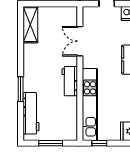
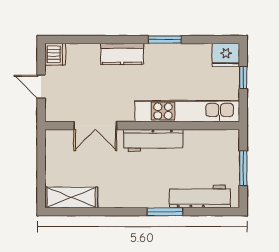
workbench: (70, 81) -> (153, 140), width x1.38
window: (99, 143) -> (243, 78), moved

